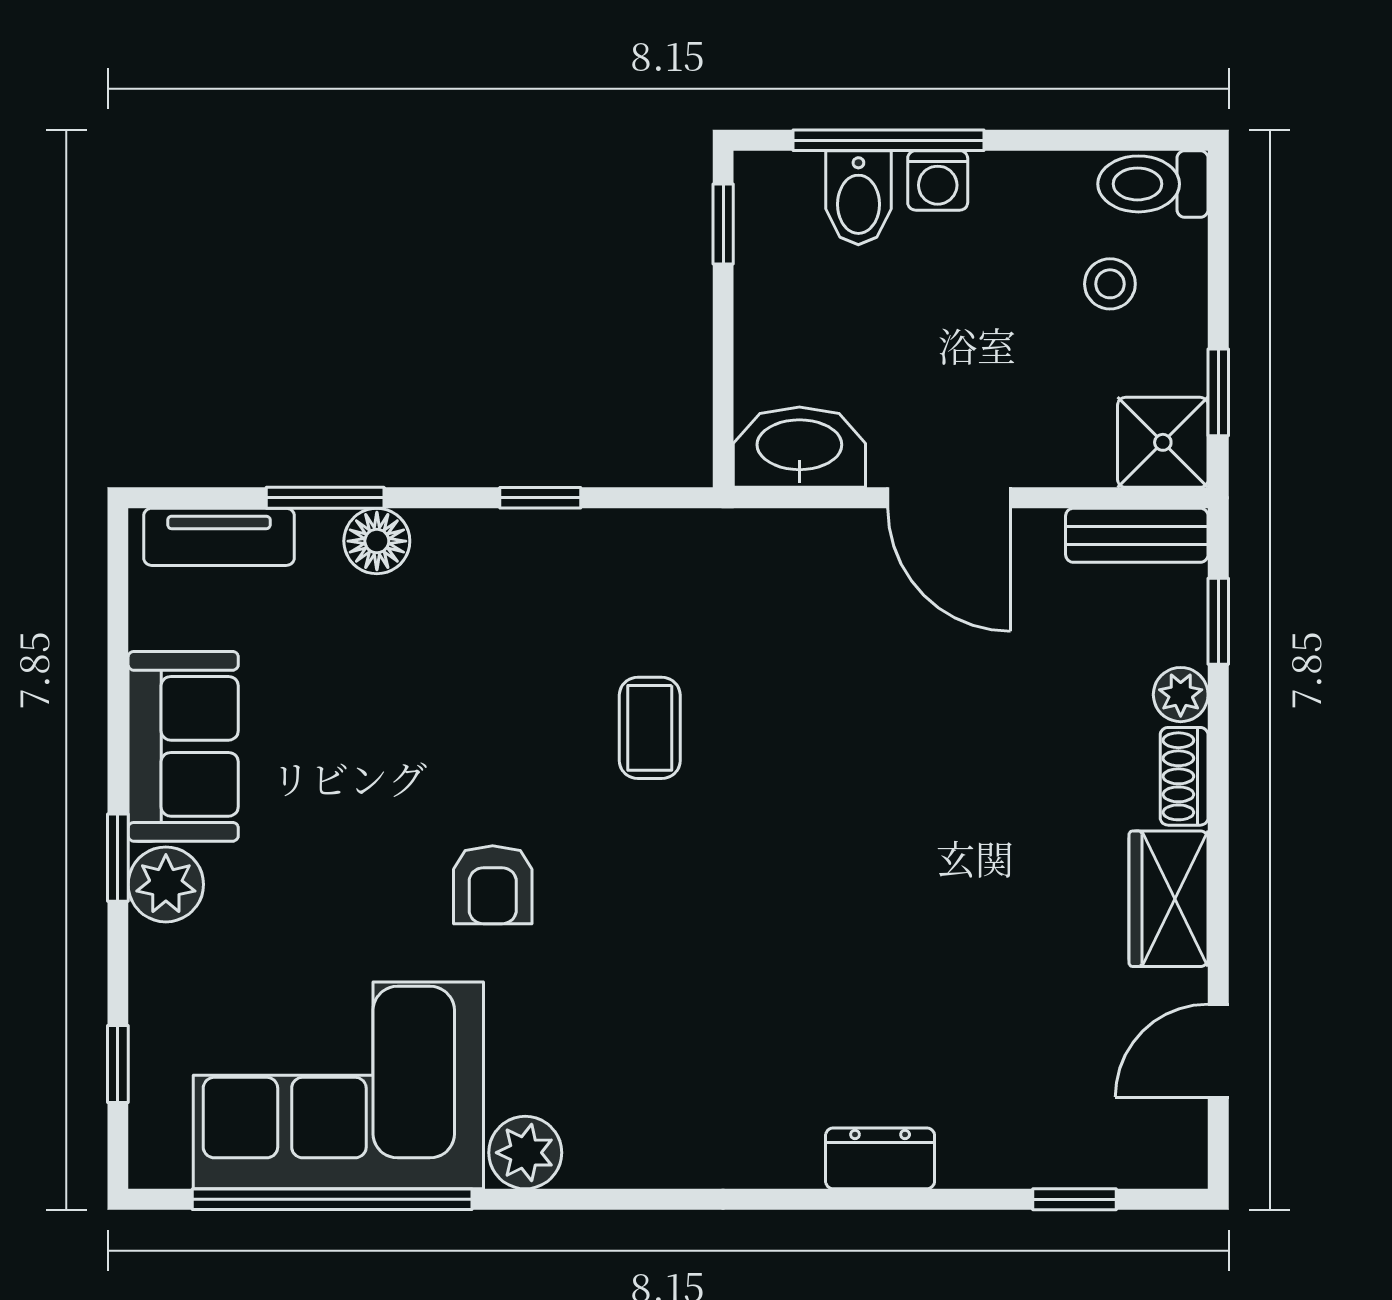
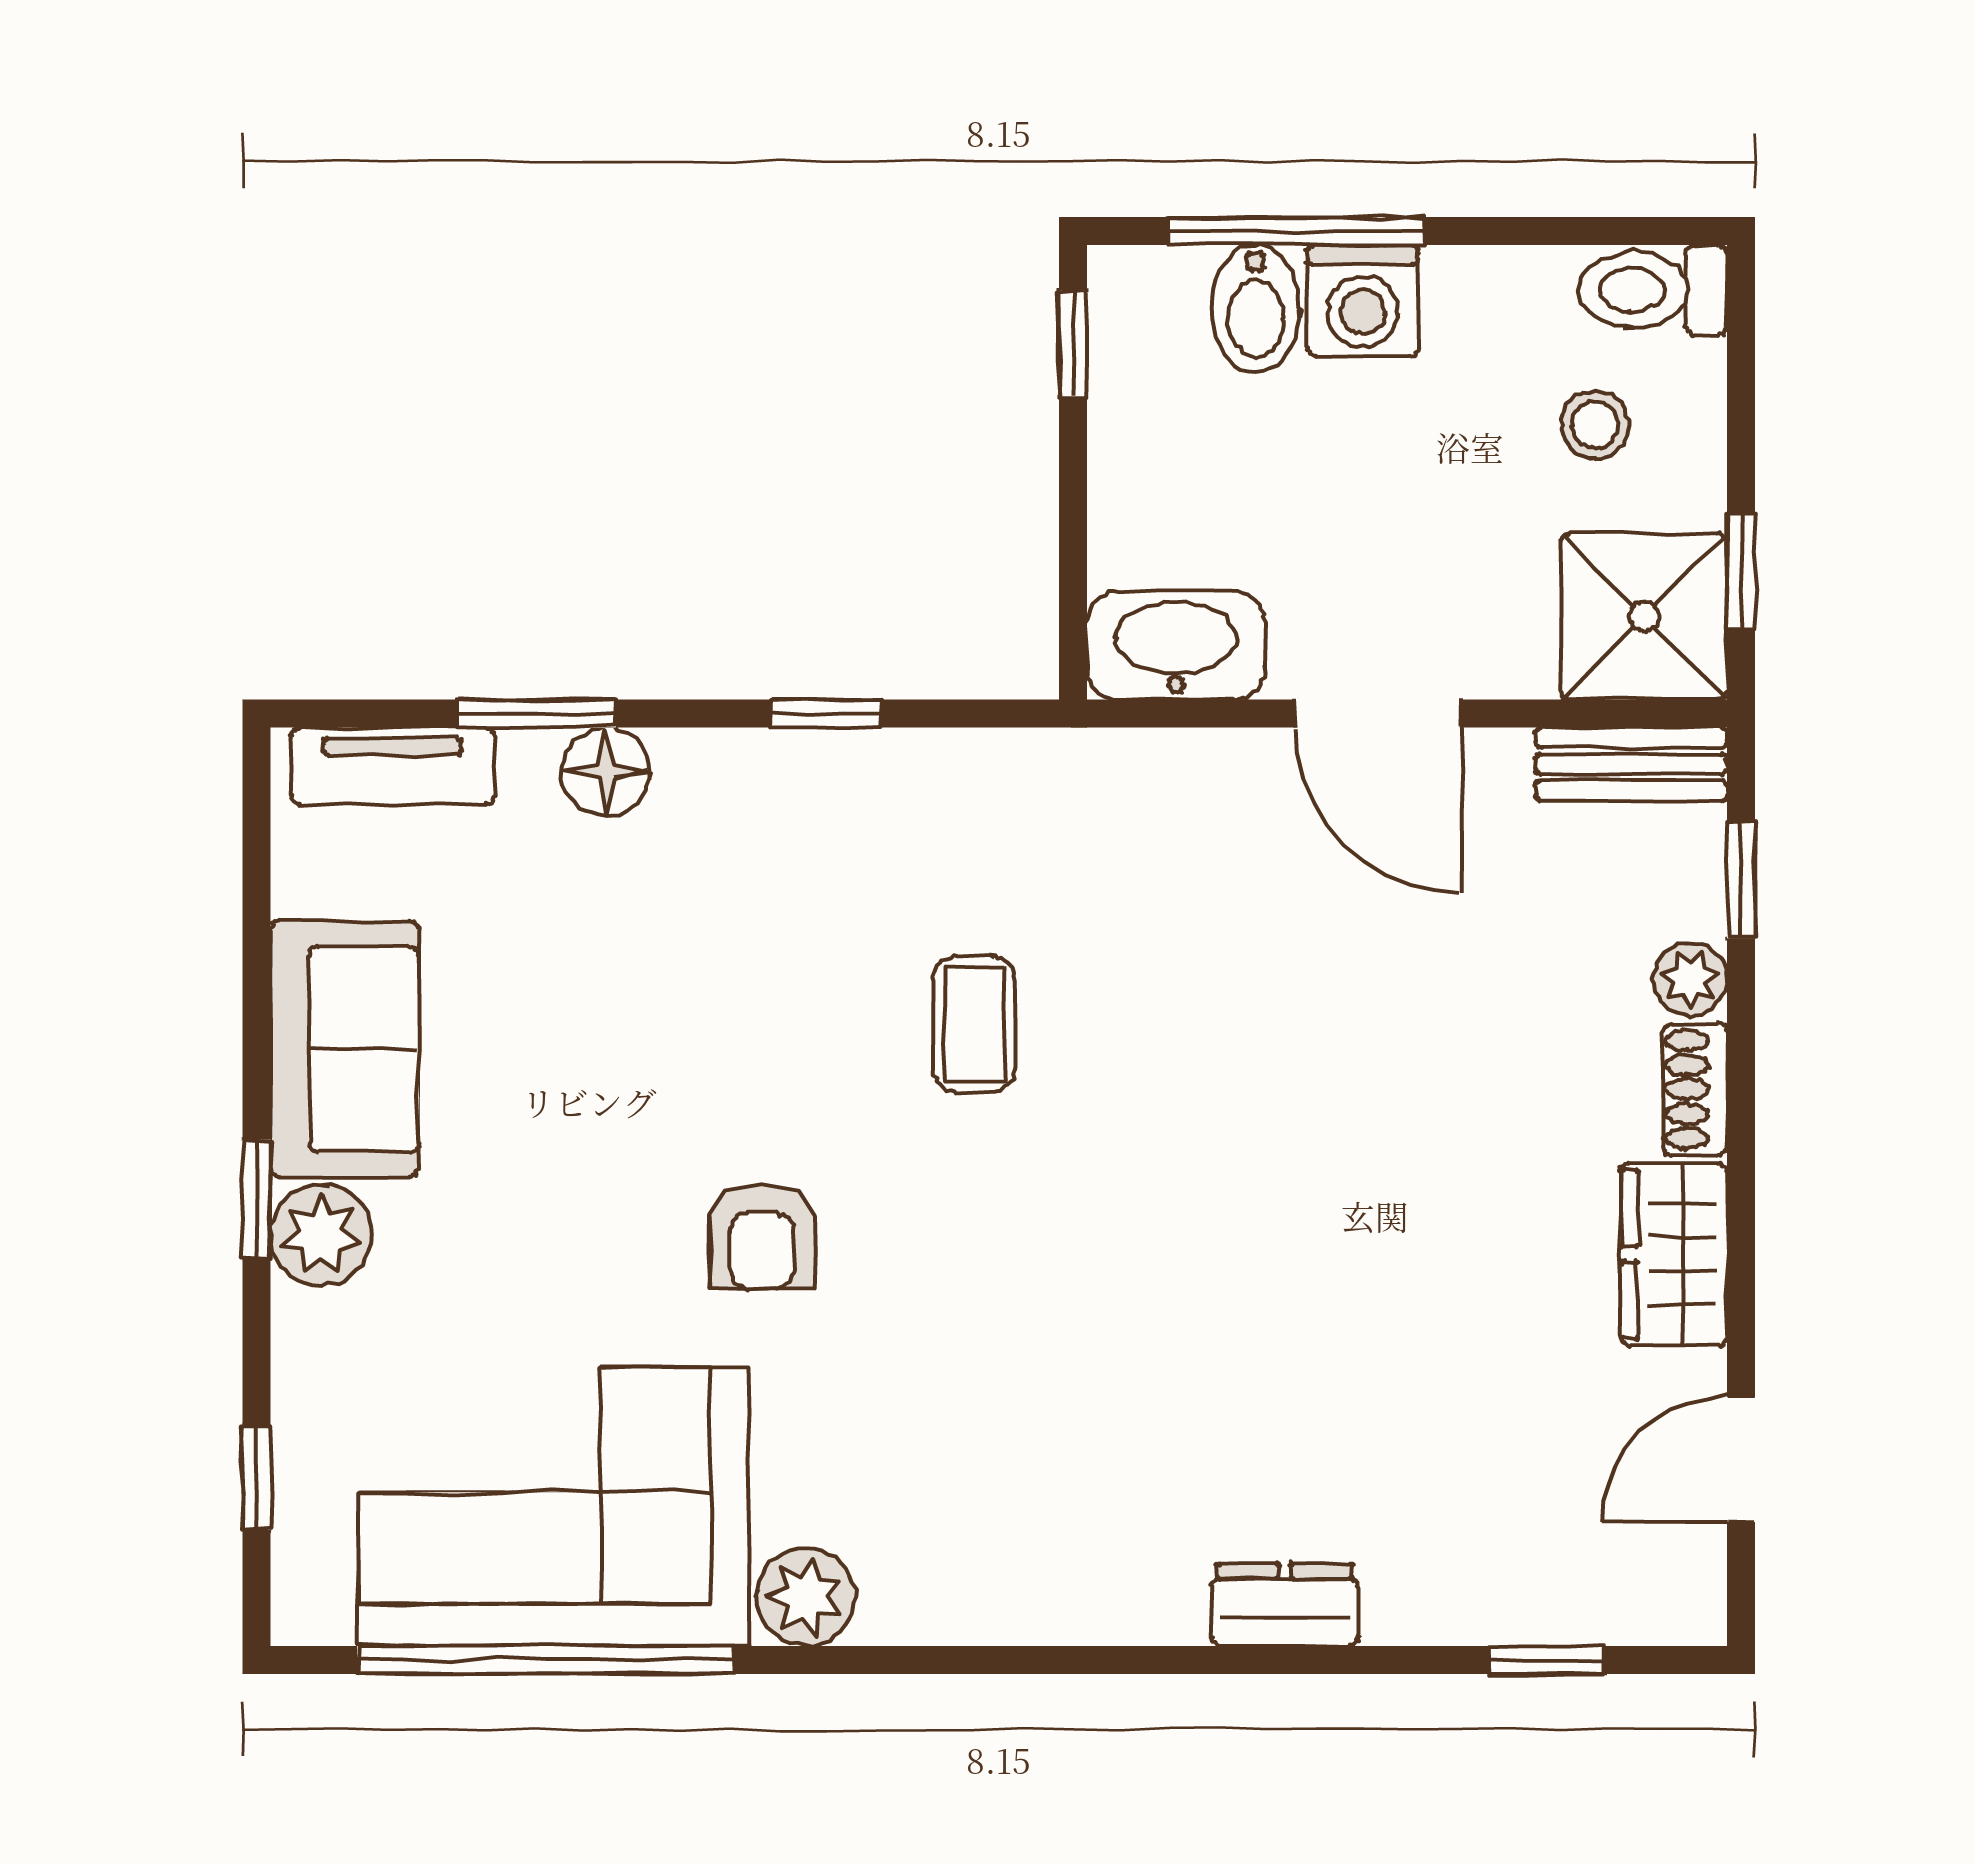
washing machine: (938, 180) -> (1363, 301), width x1.38, depth x1.38
shower: (1163, 442) -> (1644, 617), width x1.36, depth x1.36

